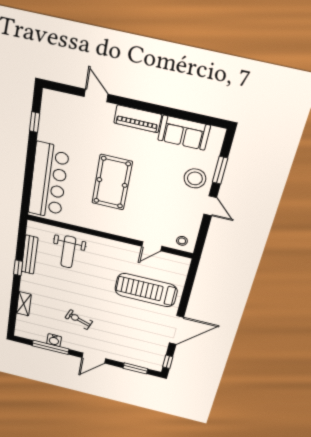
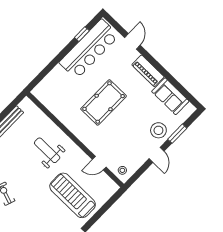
bar counter: (48, 181) -> (89, 49), moved
weight bench: (68, 252) -> (47, 150), moved, turned 90

